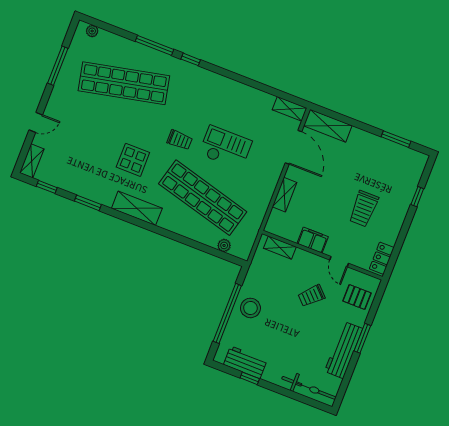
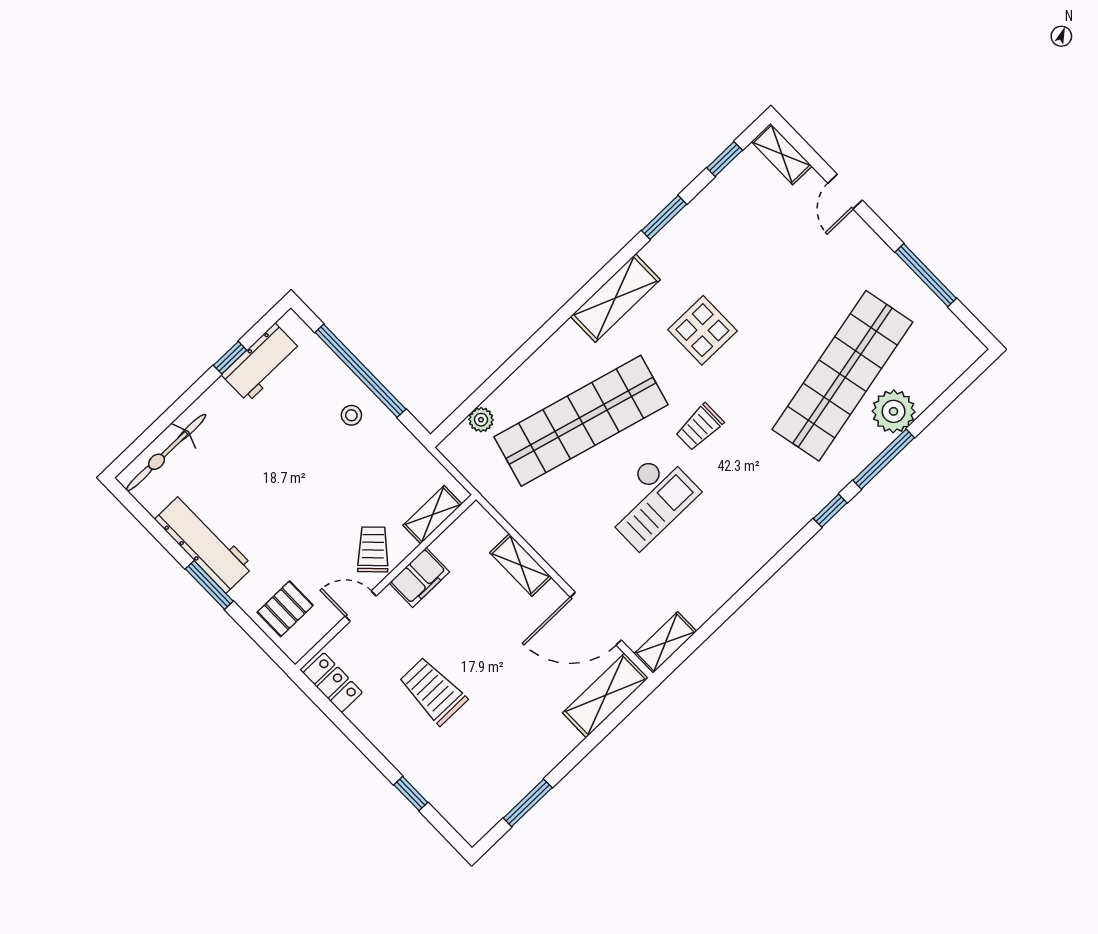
plant: (92, 31) -> (894, 411), moved, width x1.88, depth x1.88
trolley: (312, 296) -> (373, 549), moved
stool: (250, 308) -> (351, 415), width x0.53, depth x0.53

